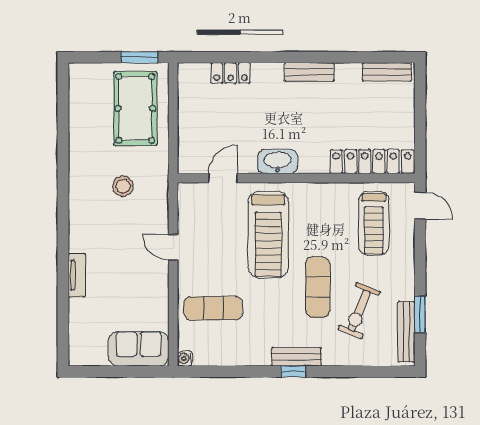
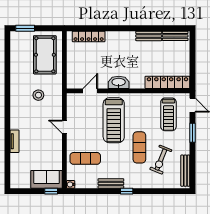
window: (139, 57) -> (25, 28), moved
bench: (309, 72) -> (149, 36), moved
locker: (231, 73) -> (89, 36), width x1.53
window: (420, 314) -> (193, 133), moved
bench: (297, 357) -> (111, 184), moved
window: (147, 372) -> (51, 191), added

